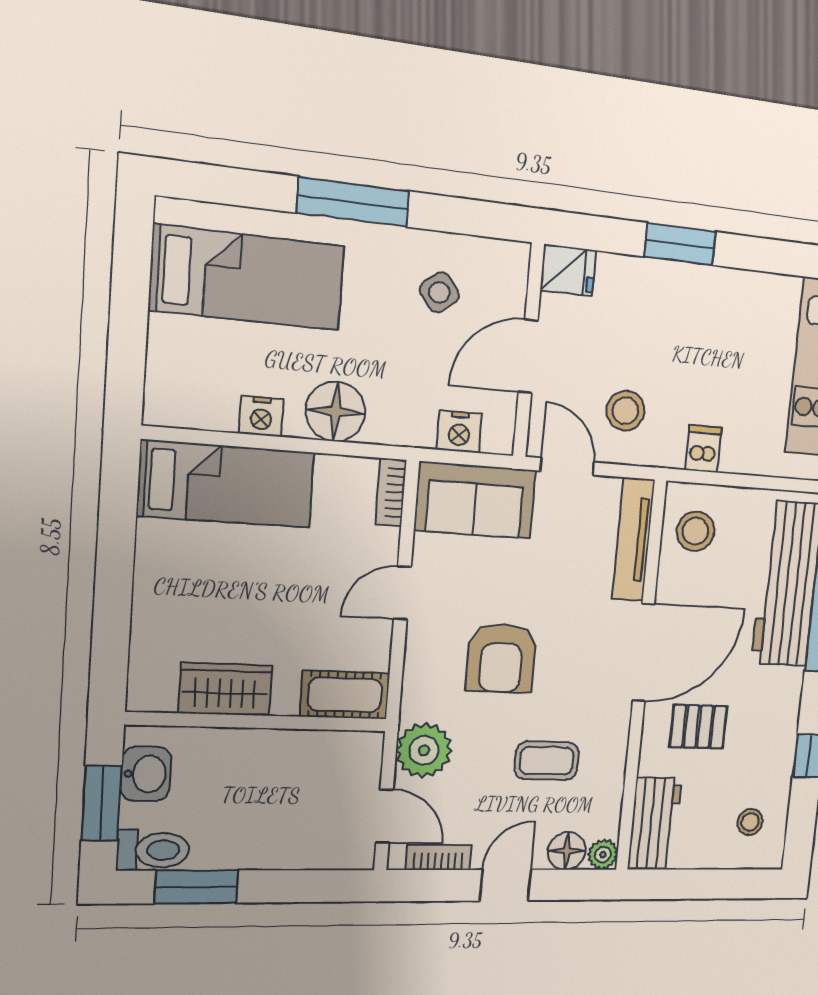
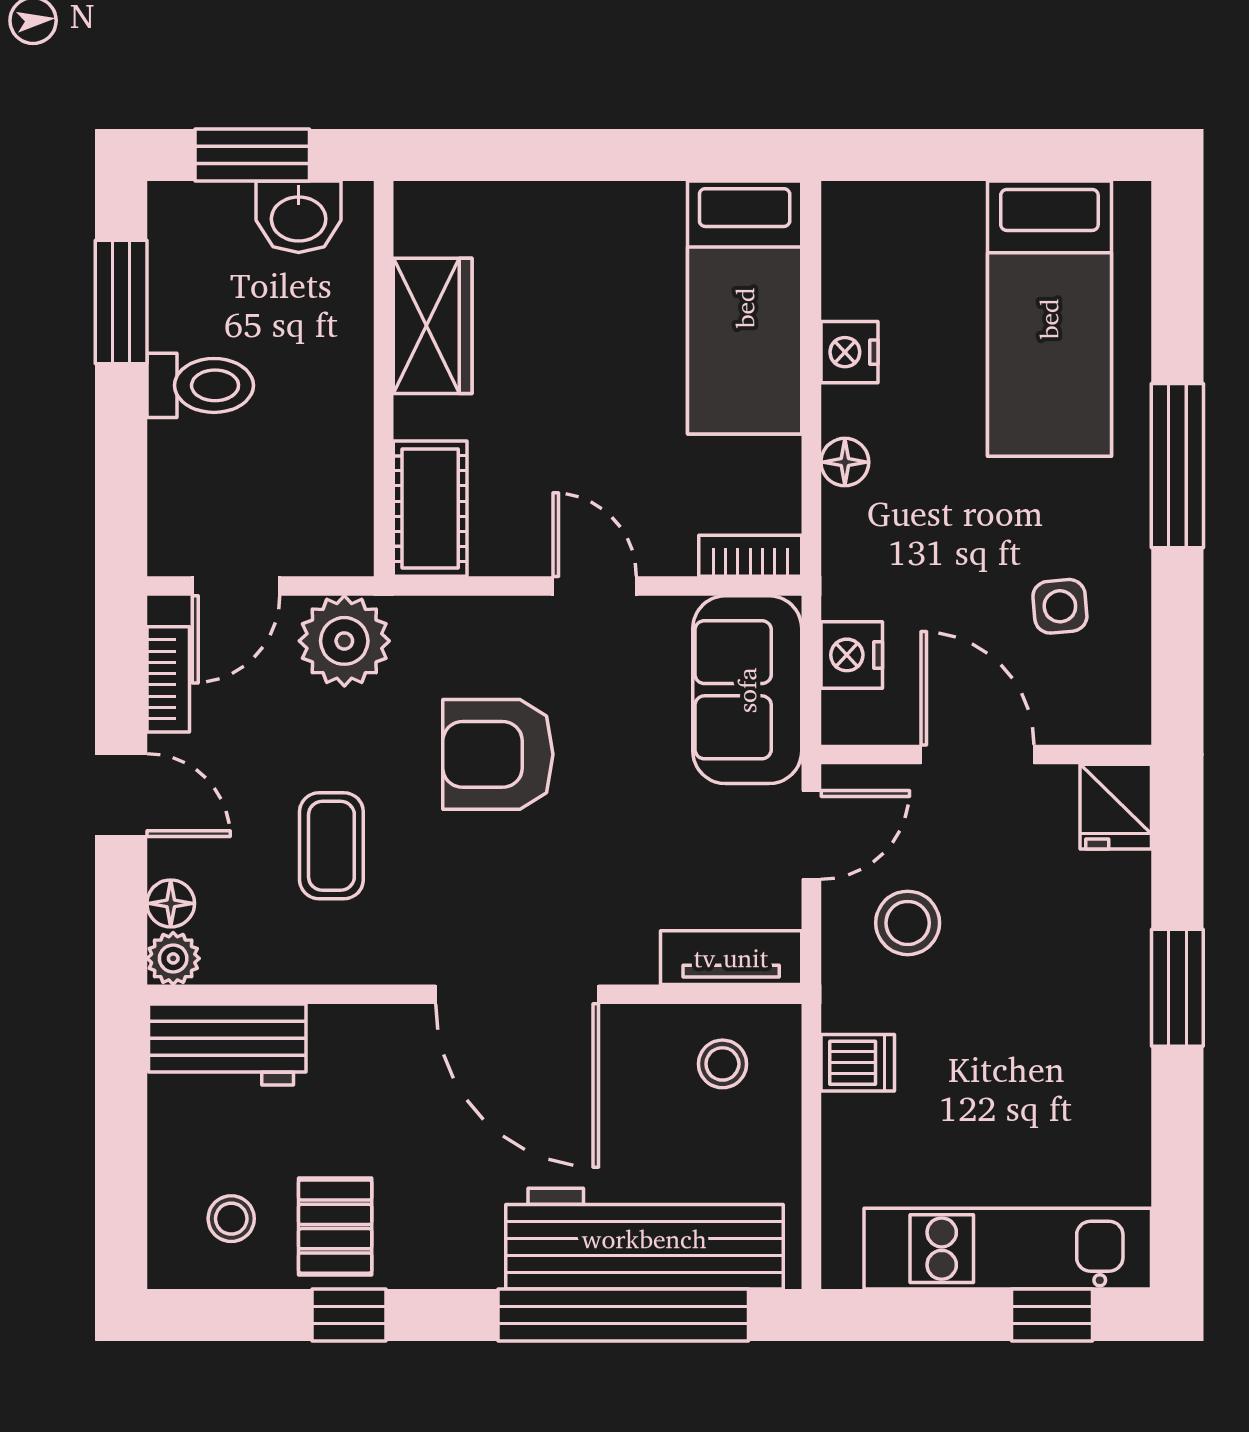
side table: (439, 292) -> (1060, 606), turned 33
floor lamp: (336, 412) -> (845, 462), width x0.53, depth x0.53
stool: (695, 531) -> (722, 1064), width x0.73, depth x0.73
tv unit: (633, 539) -> (731, 958), width x0.71
pallet: (698, 727) -> (335, 1227), moved
toilet: (153, 850) -> (200, 385), moved, turned -90
floor lamp: (567, 851) -> (171, 903), width x0.73, depth x0.73

